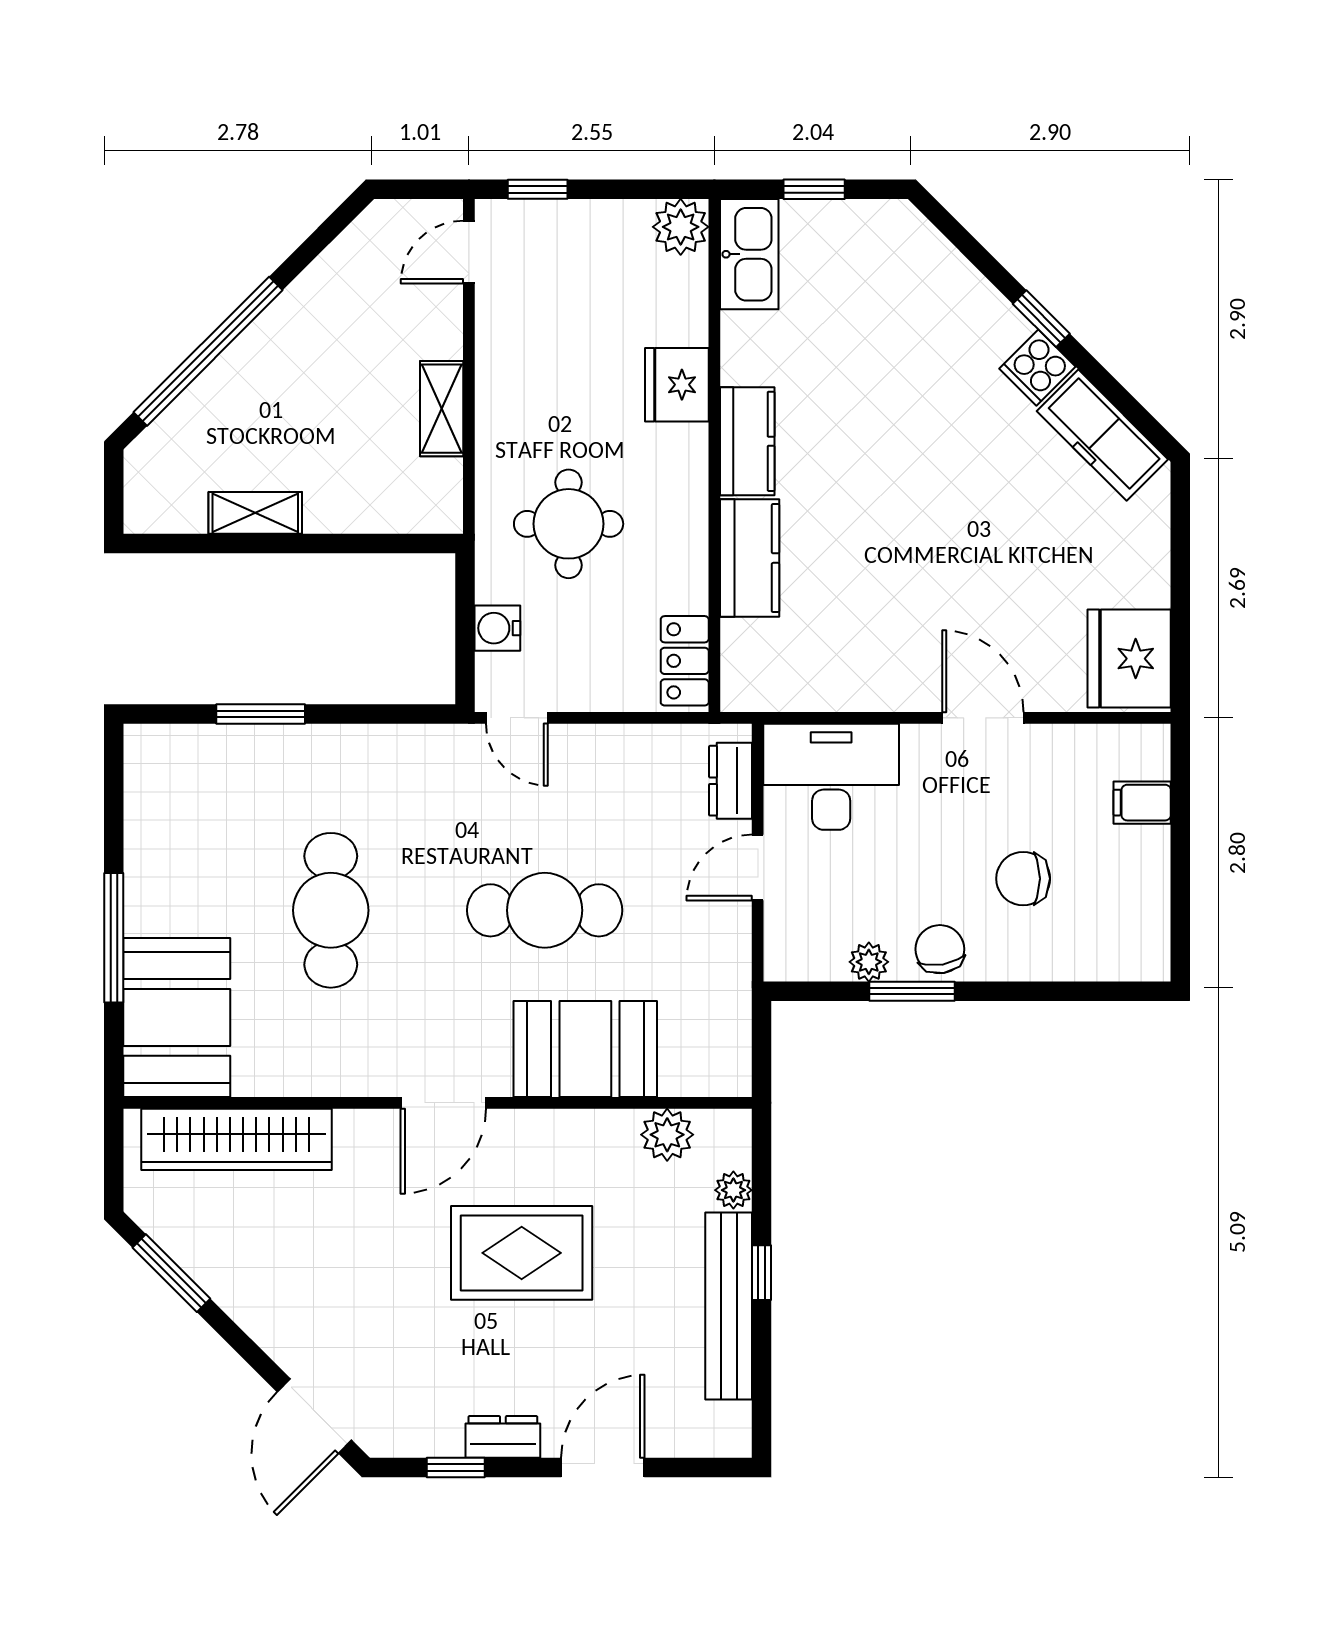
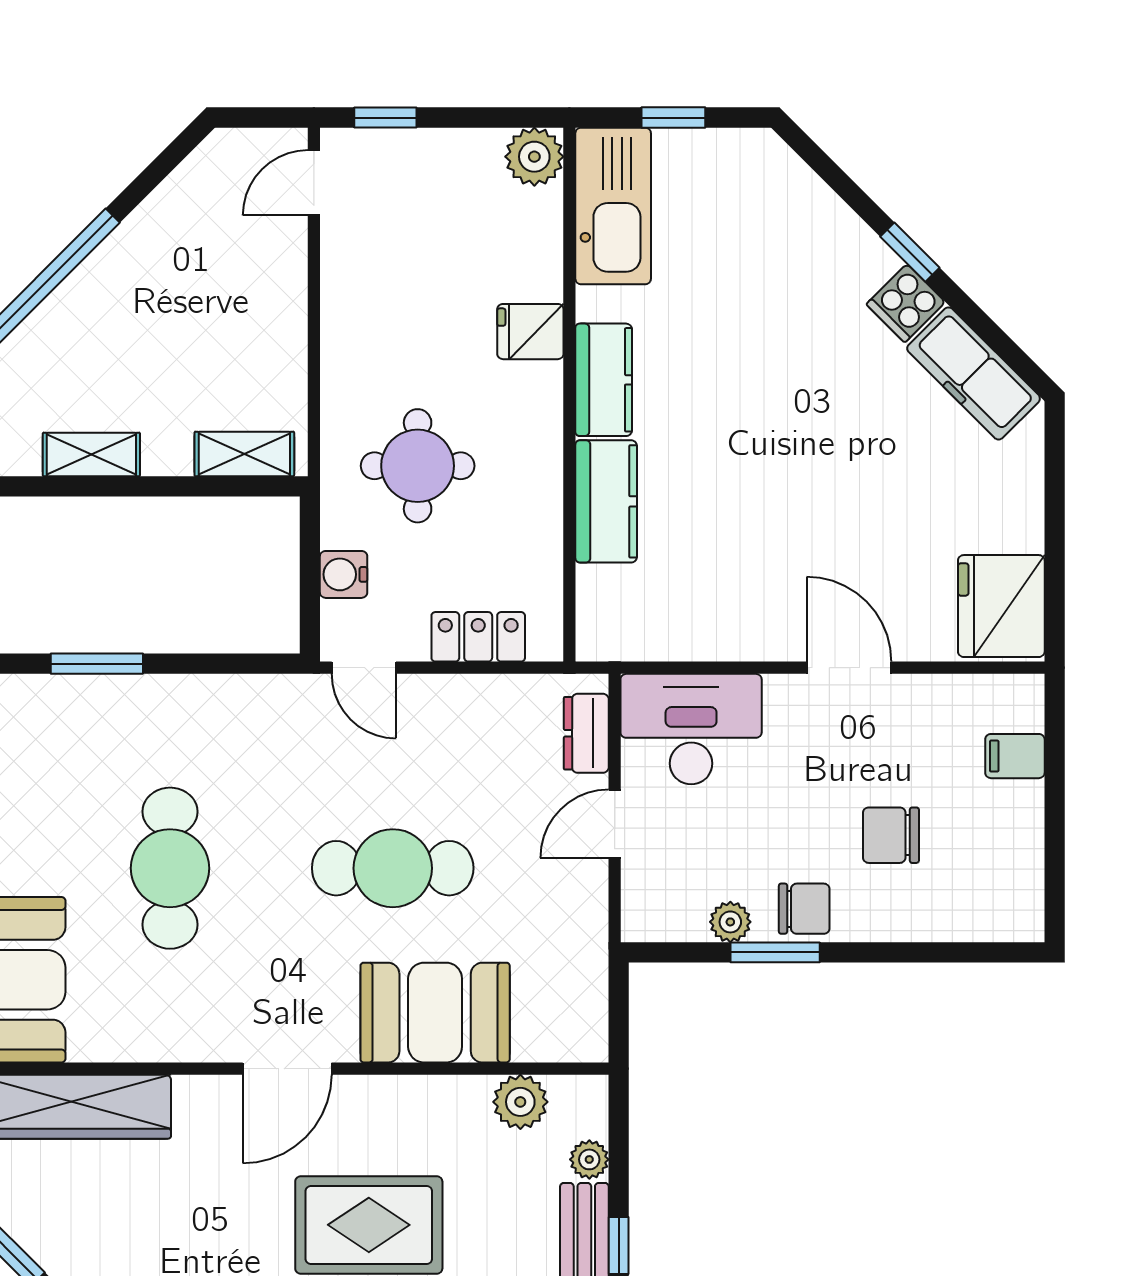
kitchen sink: (749, 254) -> (613, 206), width x1.36, depth x1.24
fridge: (677, 385) -> (530, 332), width x0.72
shelving: (442, 409) -> (244, 454), moved, turned 90
locker: (685, 661) -> (478, 637), moved, turned 90
chair: (940, 949) -> (804, 909), turned 99

